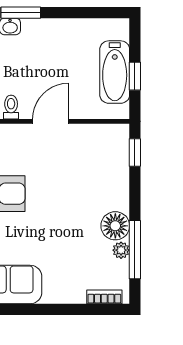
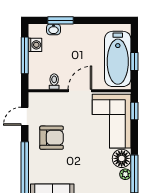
bathtub: (115, 72) -> (118, 59), width x1.36, depth x1.36
corner sofa: (100, 168) -> (112, 121), added

